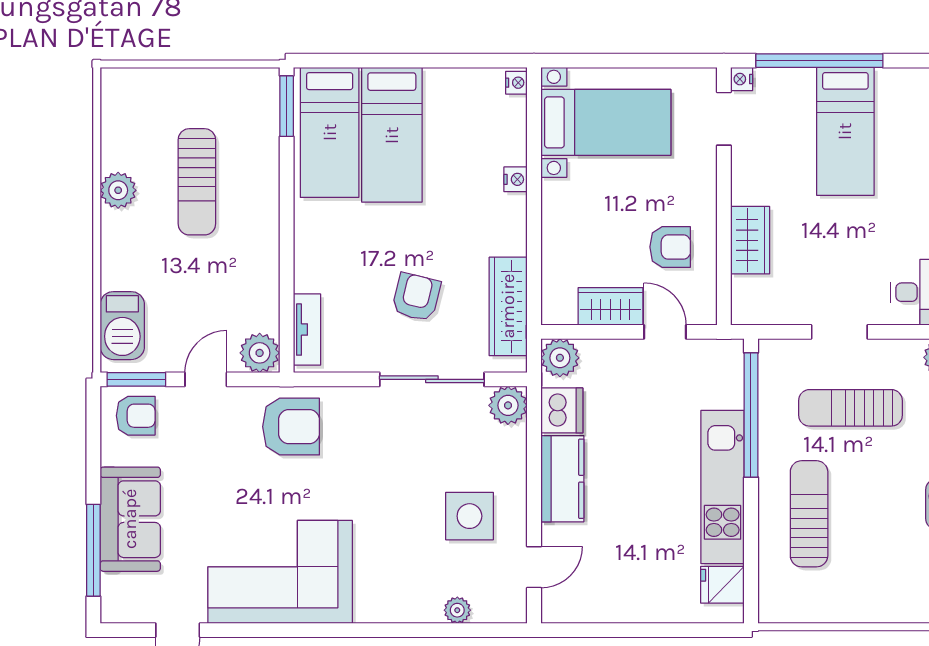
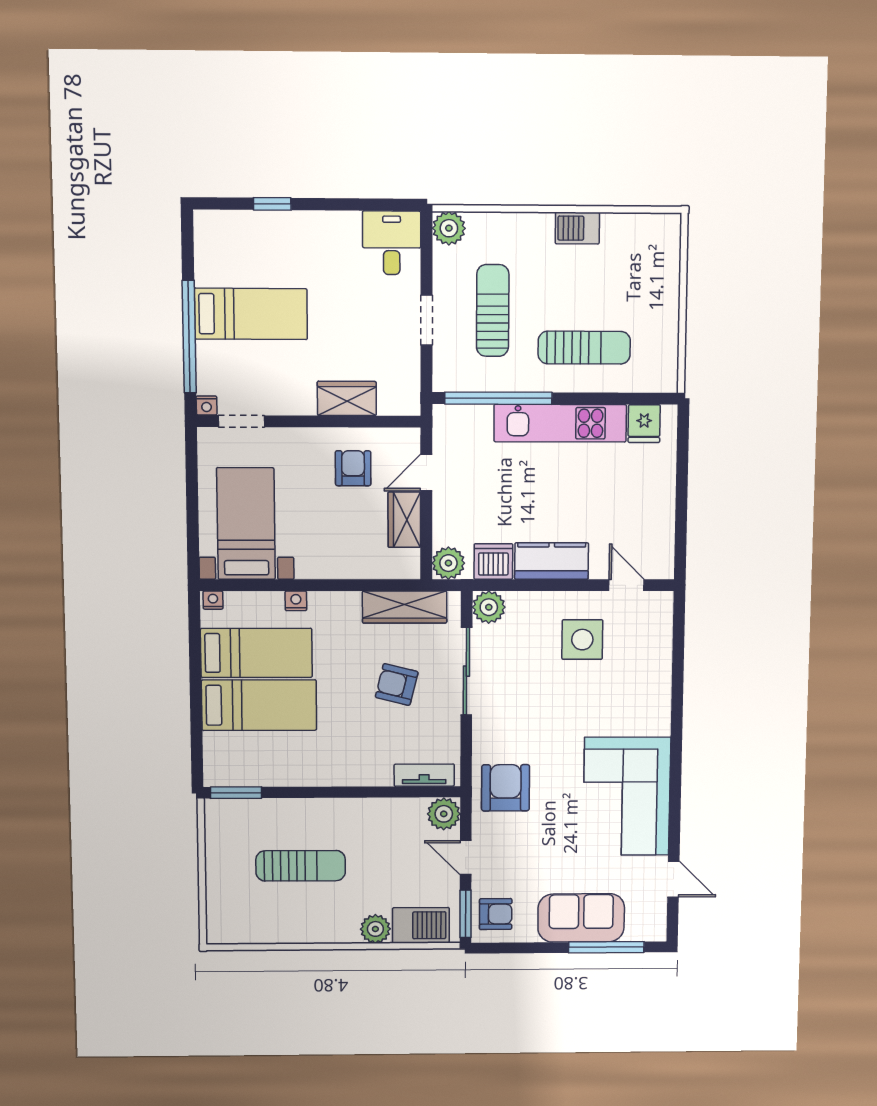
bed: (330, 132) -> (256, 653), moved
plant: (118, 190) -> (375, 929), moved
sun lounger: (850, 408) -> (493, 311), turned 180
armchair: (136, 416) -> (496, 914), turned 90
sun lounger: (809, 514) -> (584, 348), turned 180
plant: (457, 610) -> (661, 650), removed

